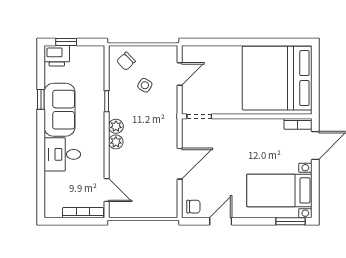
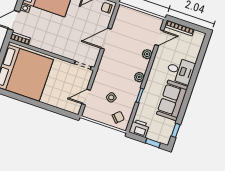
printer: (57, 56) -> (139, 128), moved
window: (41, 99) -> (176, 130), moved
plant: (116, 142) -> (147, 54), moved
door: (107, 190) -> (159, 38), swing flipped

